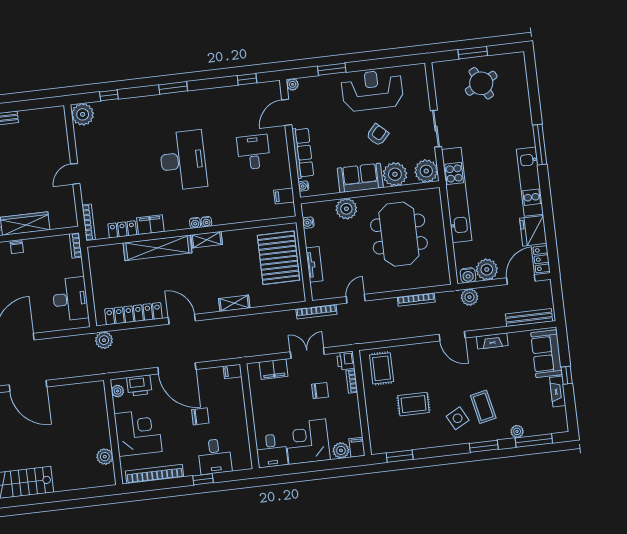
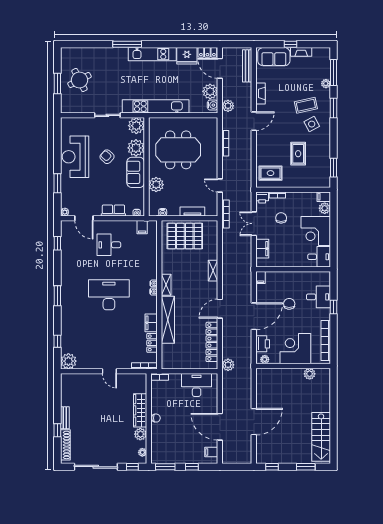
row of seats: (303, 153) -> (113, 210), width x0.68

